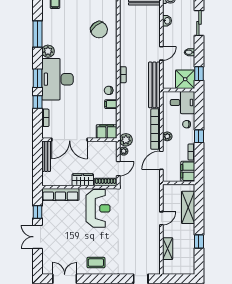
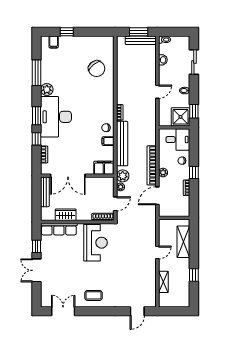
bench: (154, 85) -> (122, 144), moved
filing cabinet: (188, 171) -> (183, 207), removed
wardrobe: (83, 180) -> (66, 215), moved

